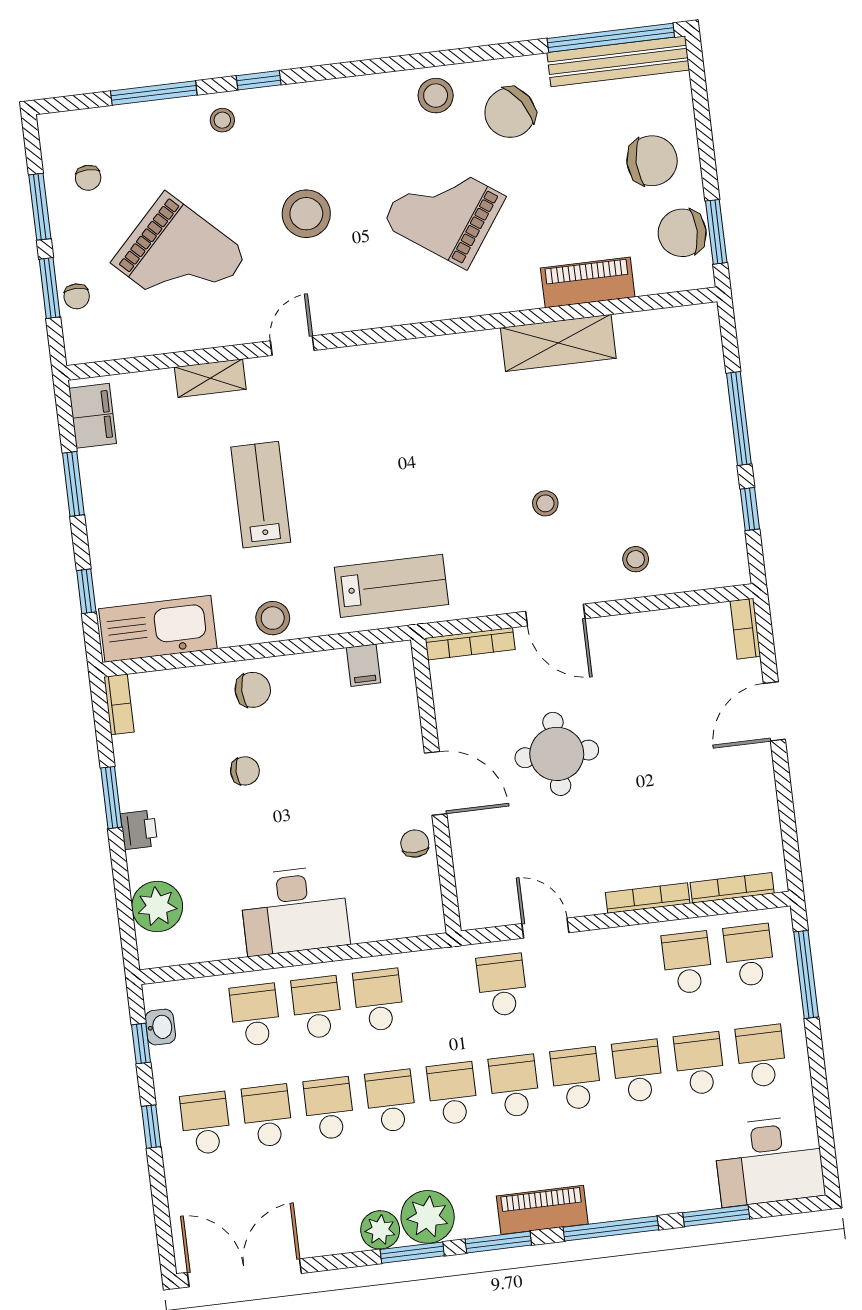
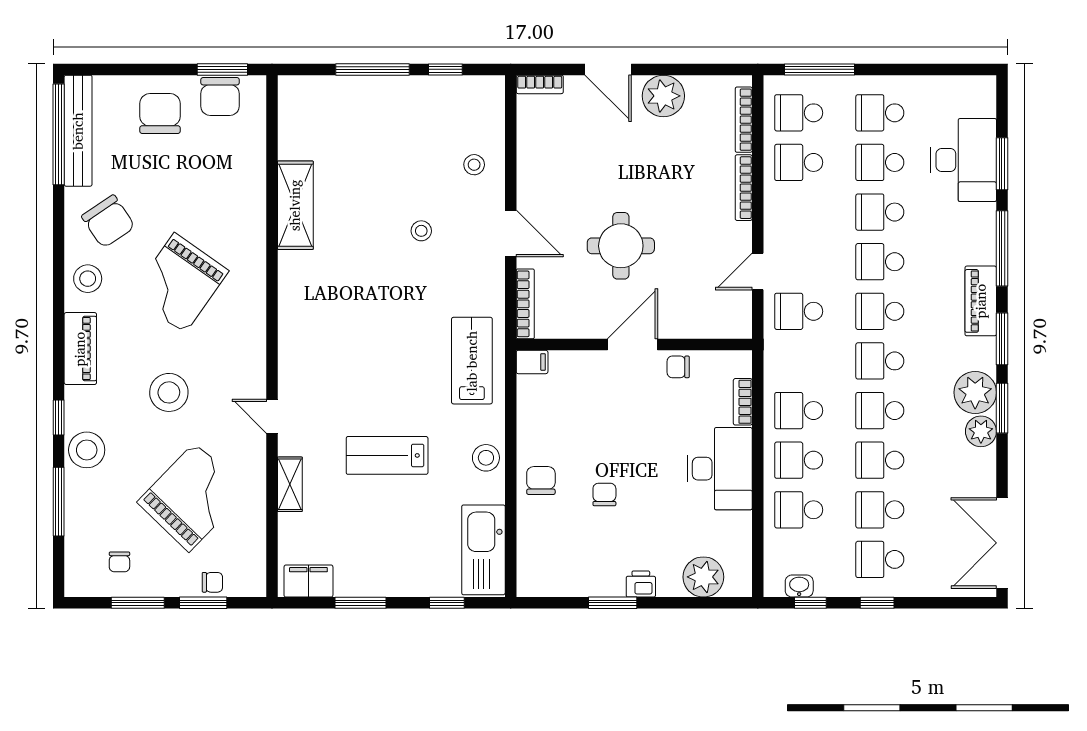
stool: (222, 120) -> (87, 450), width x1.89, depth x1.89
chair: (88, 178) -> (119, 562), turned 90
piano: (588, 282) -> (80, 349), moved, turned 180
door: (555, 615) -> (511, 234), hinge flipped
filing cabinet: (363, 665) -> (532, 362), moved
bookcase: (119, 704) -> (743, 402), moved, turned -90
plant: (750, 784) -> (663, 96), added
desk: (769, 1161) -> (964, 160), moved

